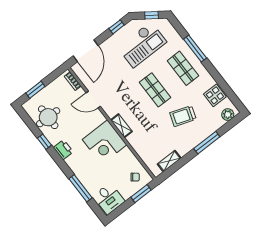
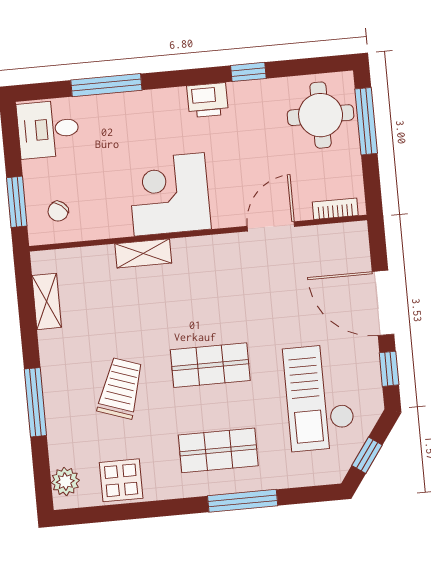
door: (86, 51) -> (383, 303), moved
window: (35, 90) -> (366, 121), width x1.44
round table: (48, 117) -> (321, 115), moved
shelving: (121, 126) -> (143, 253), moved

